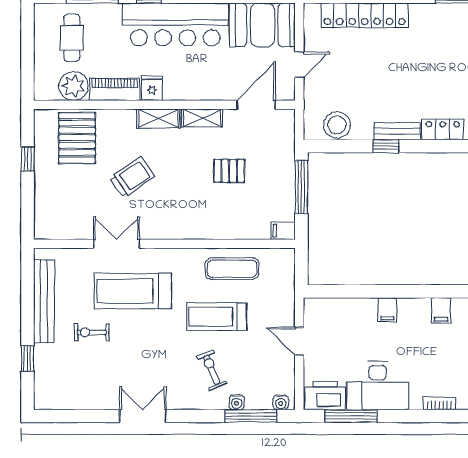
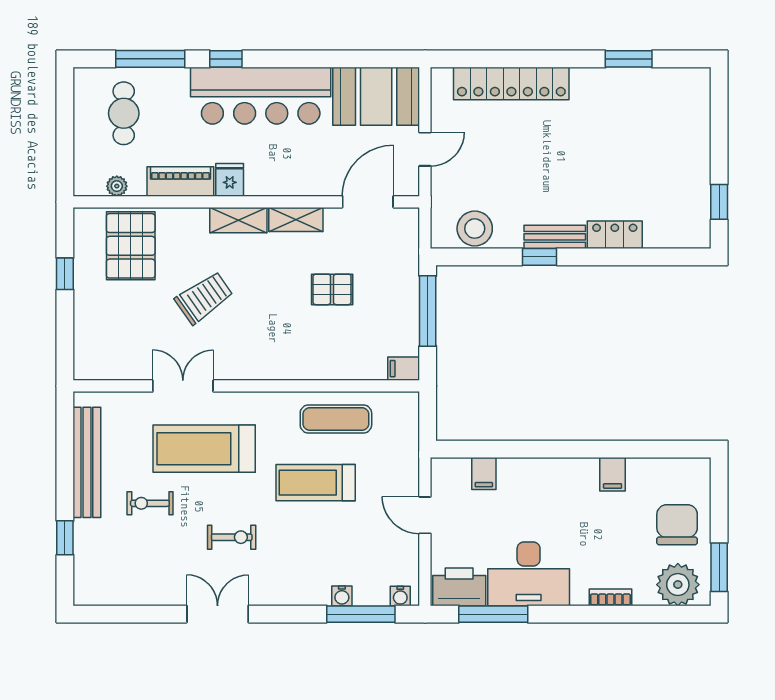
plant: (73, 86) -> (117, 186), width x0.53, depth x0.53
filing cabinet: (387, 310) -> (484, 473), moved
exercise bike: (212, 370) -> (232, 537), moved, turned 112

